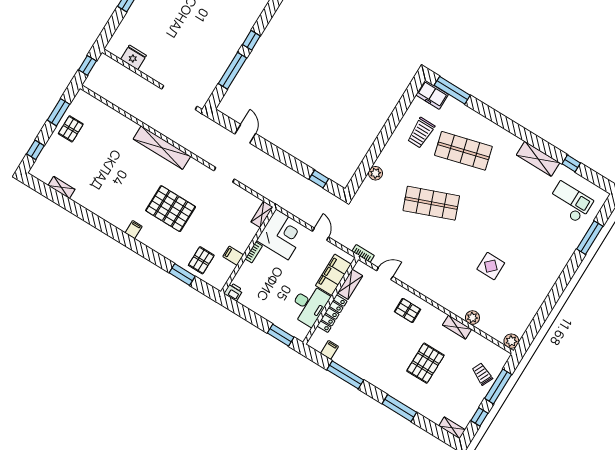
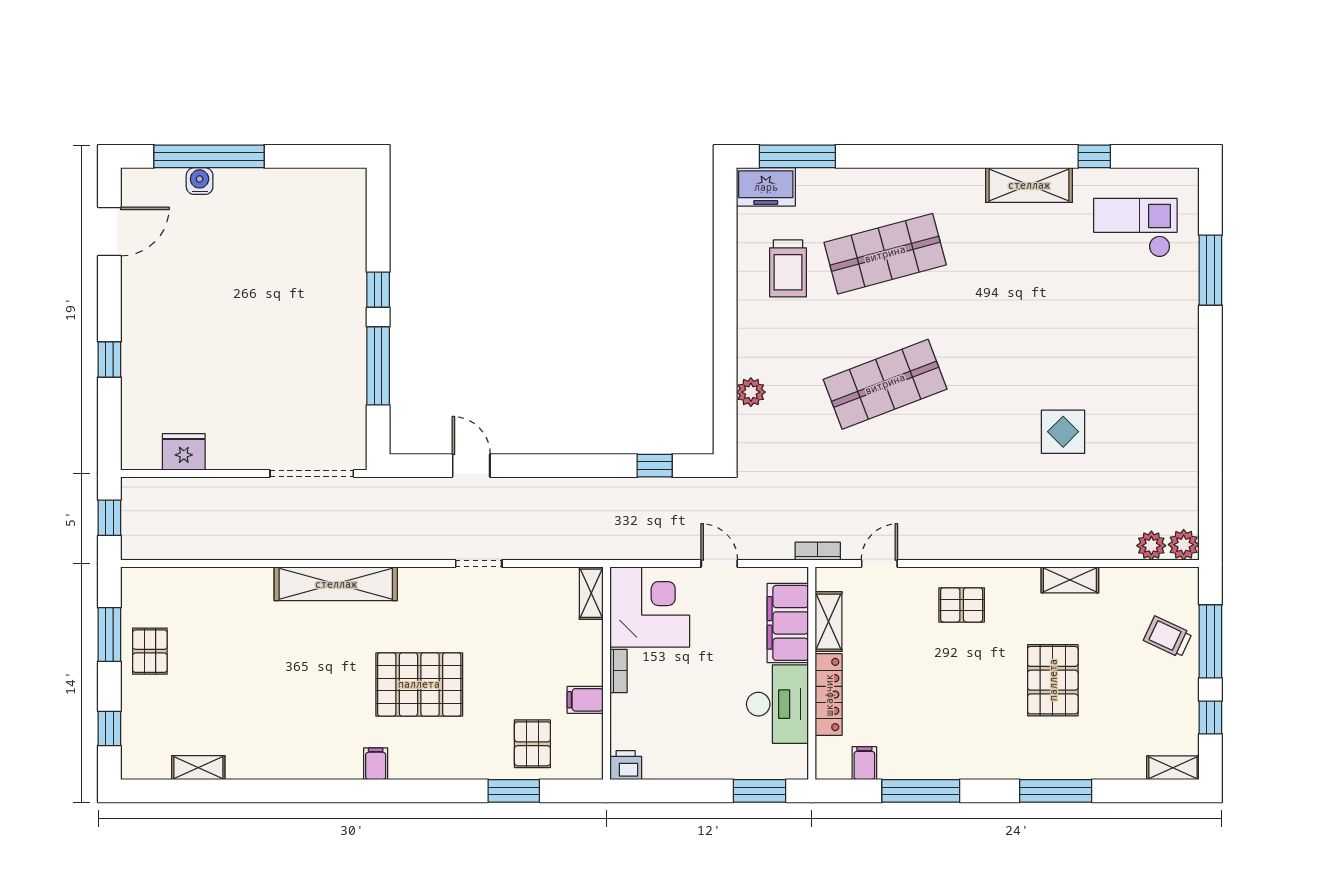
plant: (472, 318) -> (1151, 546), moved

